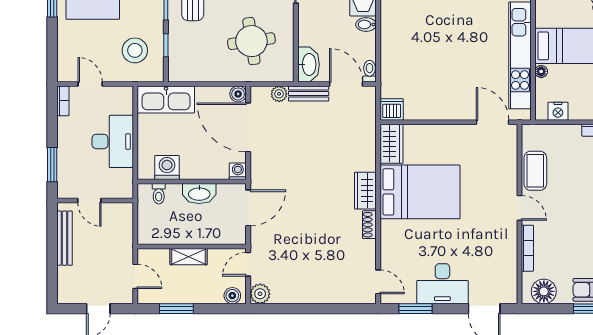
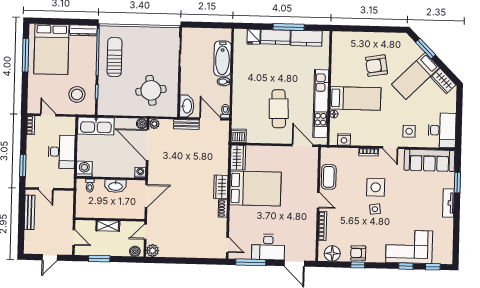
cafe table: (454, 65) -> (279, 109), added
plant: (279, 94) -> (154, 124), moved
washing machine: (167, 167) -> (84, 169), moved
window: (416, 309) -> (251, 262), width x1.44

